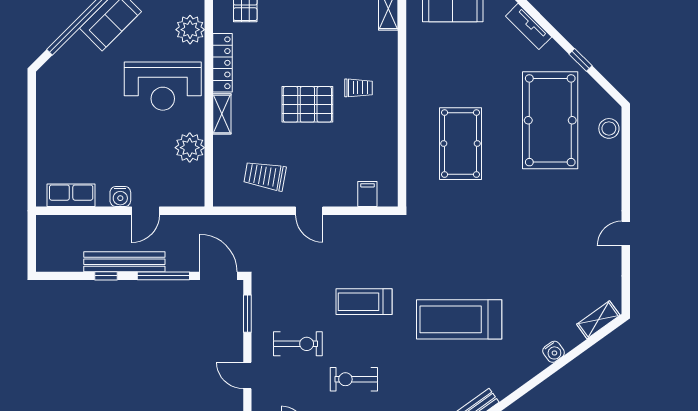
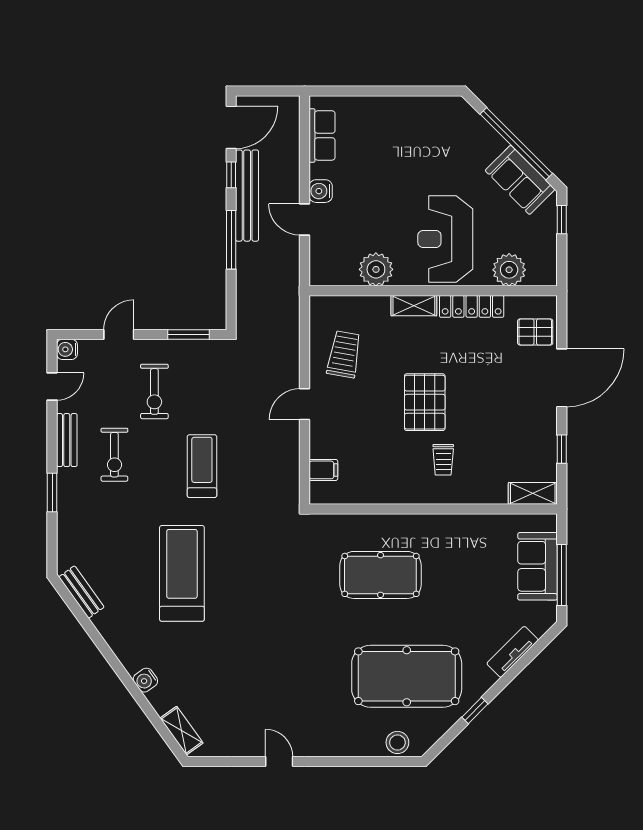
door: (218, 276) -> (231, 127), moved
exercise bike: (354, 379) -> (114, 455), turned 180

